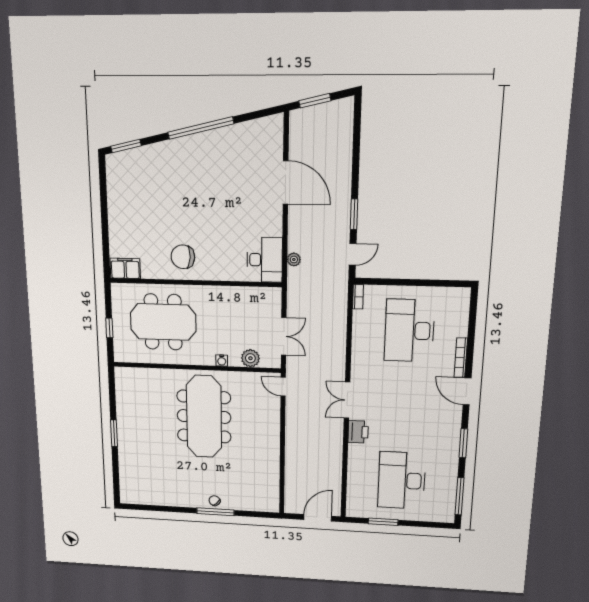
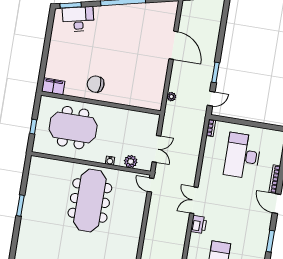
desk: (265, 260) -> (78, 19), moved, turned -103

